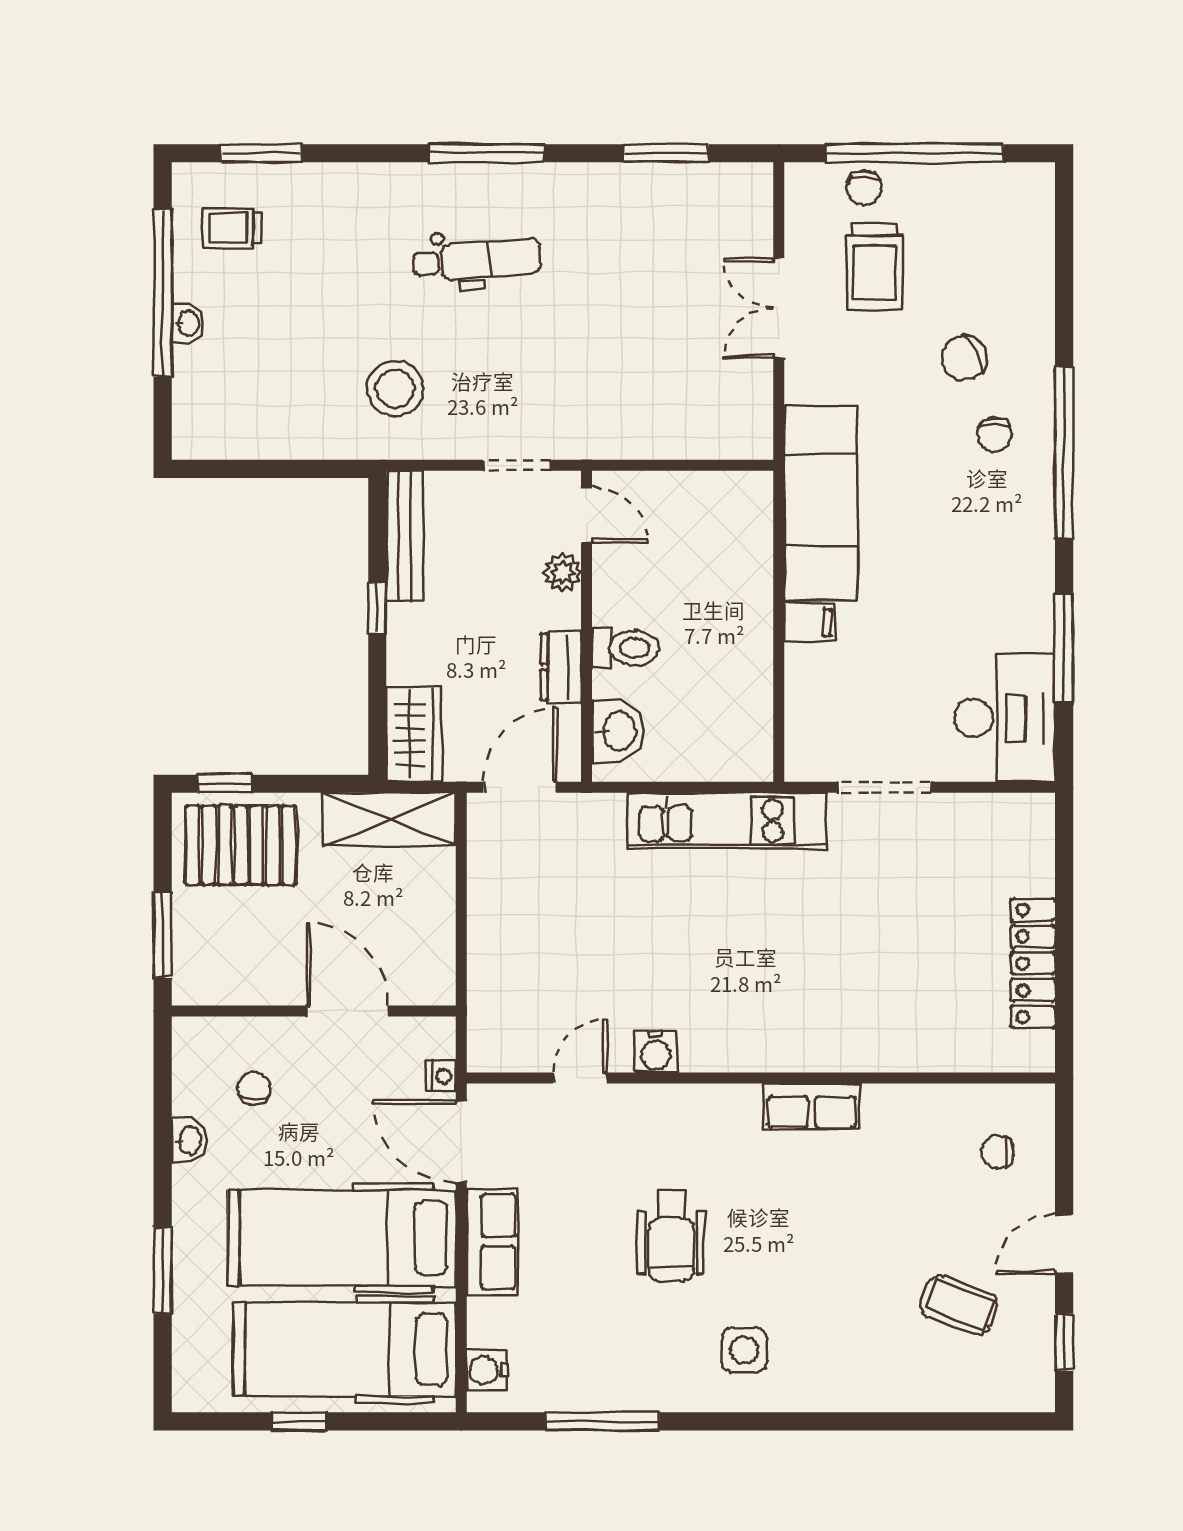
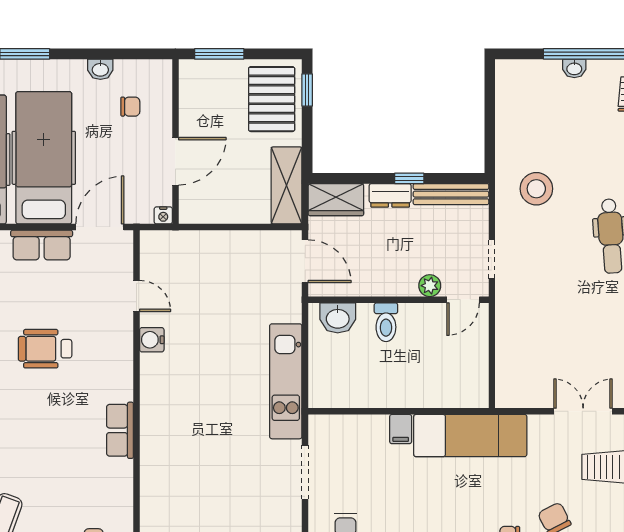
dresser: (561, 667) -> (390, 195), moved, turned 180
nightstand: (441, 1076) -> (163, 215), moved

